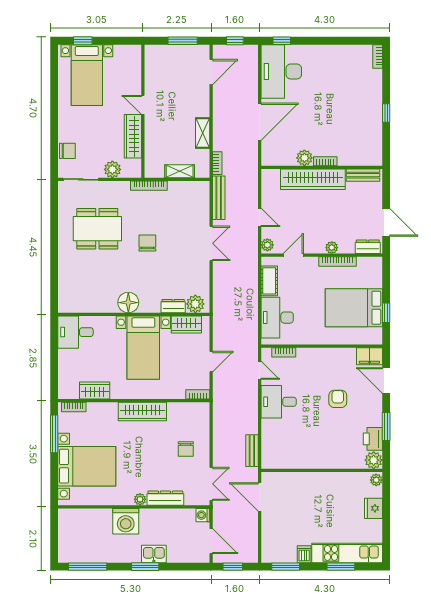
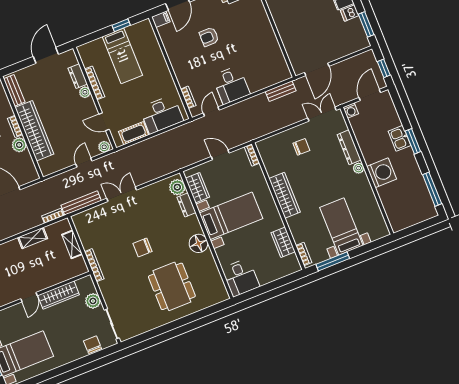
dining table: (97, 229) -> (172, 286), moved
dresser: (368, 247) -> (78, 76), moved
bed: (354, 308) -> (122, 56), width x0.67
filing cabinet: (369, 356) -> (161, 19), width x0.50
bed with nightstands: (87, 466) -> (341, 226), width x0.73

